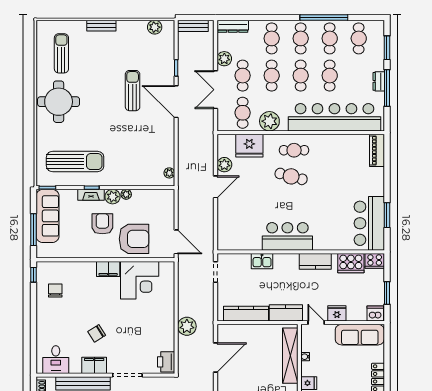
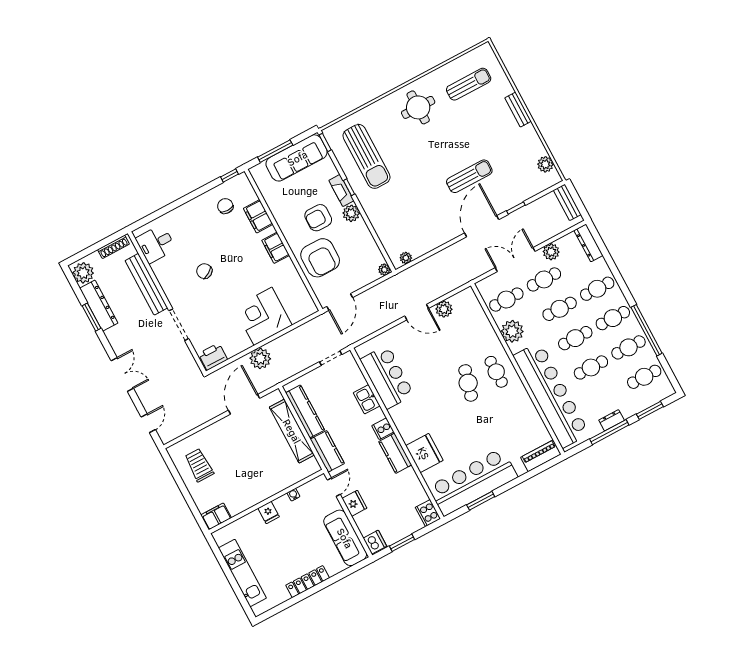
round table: (59, 102) -> (418, 107), width x0.73, depth x0.73
fridge: (249, 146) -> (424, 453), moved, turned 180
plant: (126, 194) -> (384, 270), moved
bar counter: (369, 223) -> (473, 482), width x1.36
armchair: (102, 224) -> (318, 218), turned 180
bar counter: (287, 236) -> (387, 377), moved
cooker: (351, 263) -> (383, 429), moved, width x0.53, depth x0.76
corner desk: (140, 280) -> (263, 316), moved, turned 90
chair: (55, 291) -> (225, 206), turned -90
shelving: (290, 356) -> (292, 431), moved, turned 90
door: (215, 358) -> (244, 404), swing flipped
filing cabinet: (94, 365) -> (258, 216), moved, turned 180

